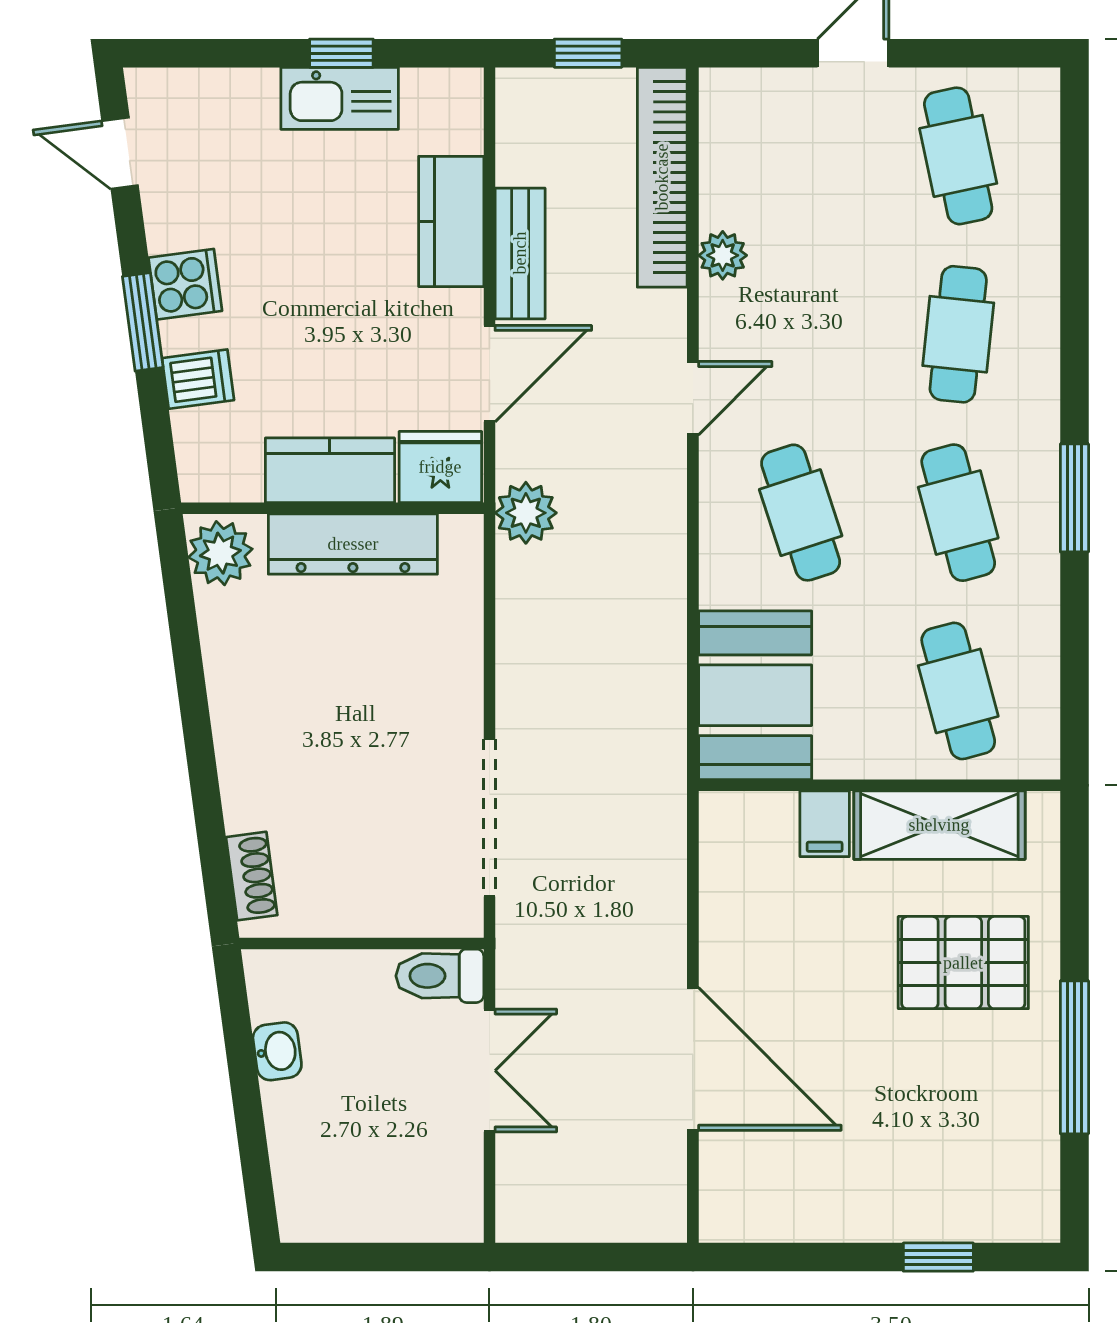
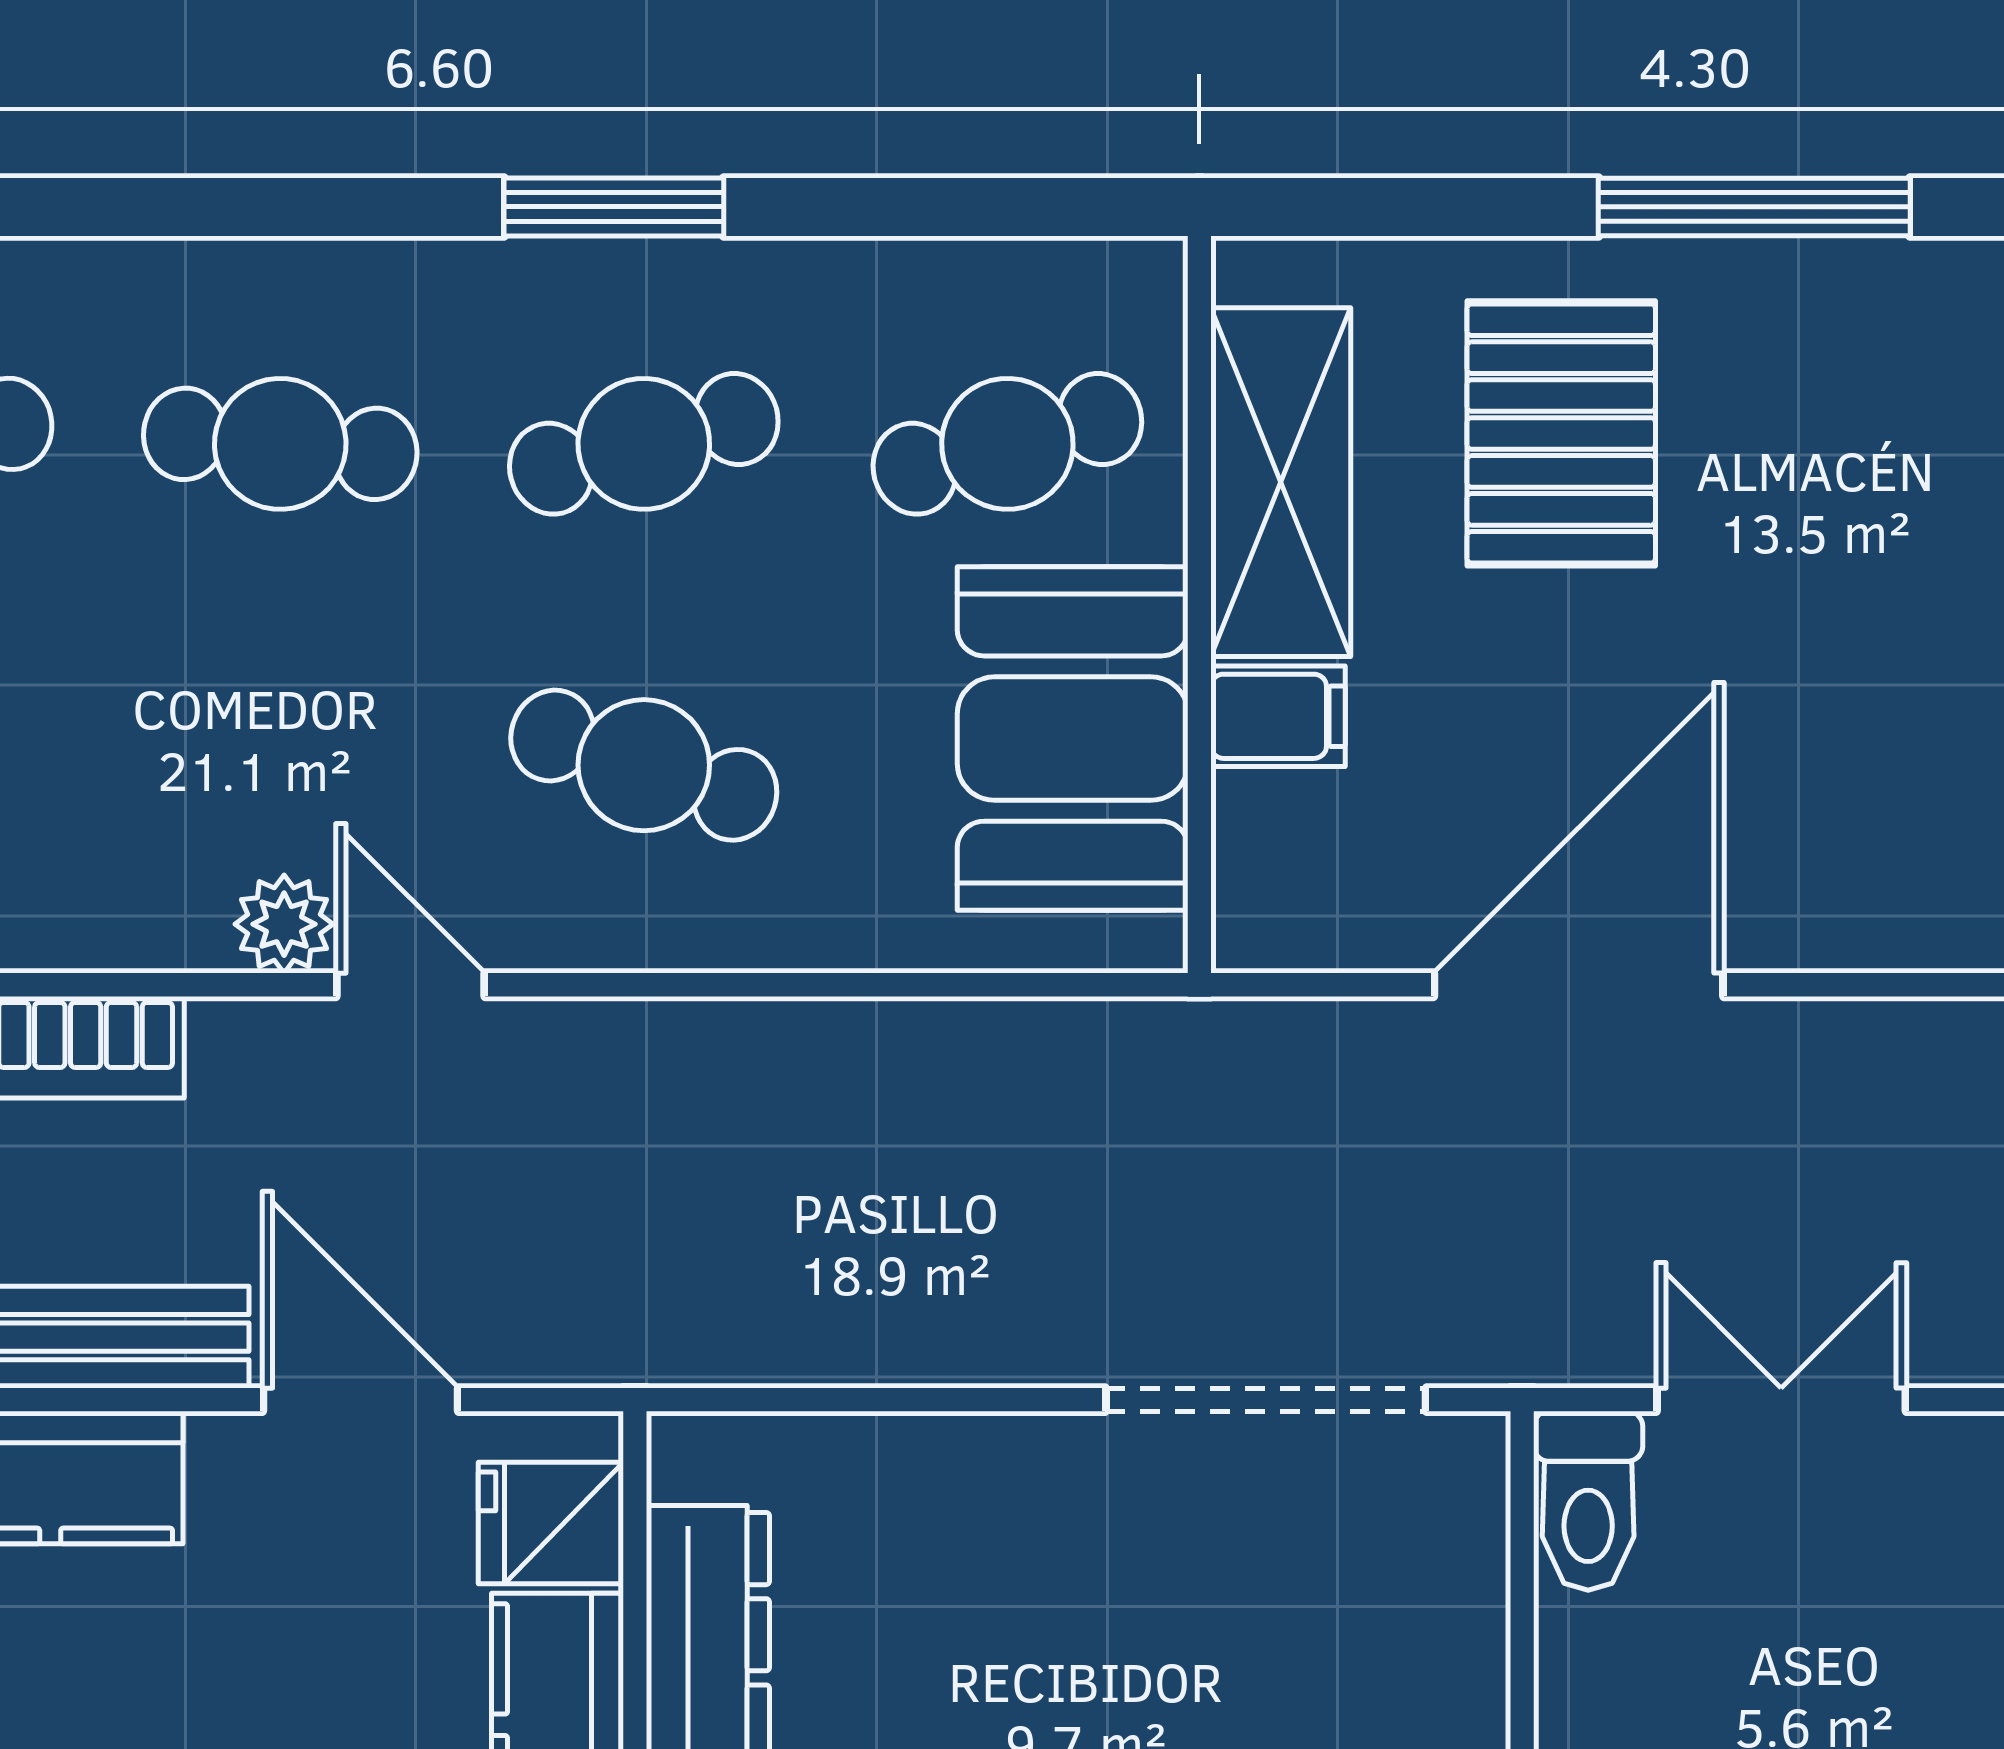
plant: (723, 255) -> (284, 924), moved
fridge: (440, 467) -> (551, 1523), width x0.72
plant: (526, 513) -> (644, 1325), removed
cafe table: (801, 513) -> (644, 765), turned 36
booth: (755, 695) -> (1073, 739), moved, turned 90
door: (693, 1059) -> (1579, 985), moved

